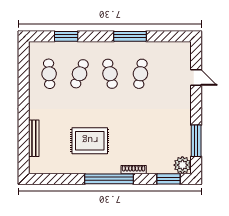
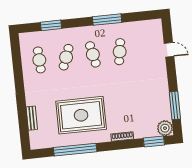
bench: (34, 138) -> (32, 118), width x0.73
rug: (90, 141) -> (81, 115), width x1.37, depth x1.44
window: (109, 179) -> (75, 150), moved

